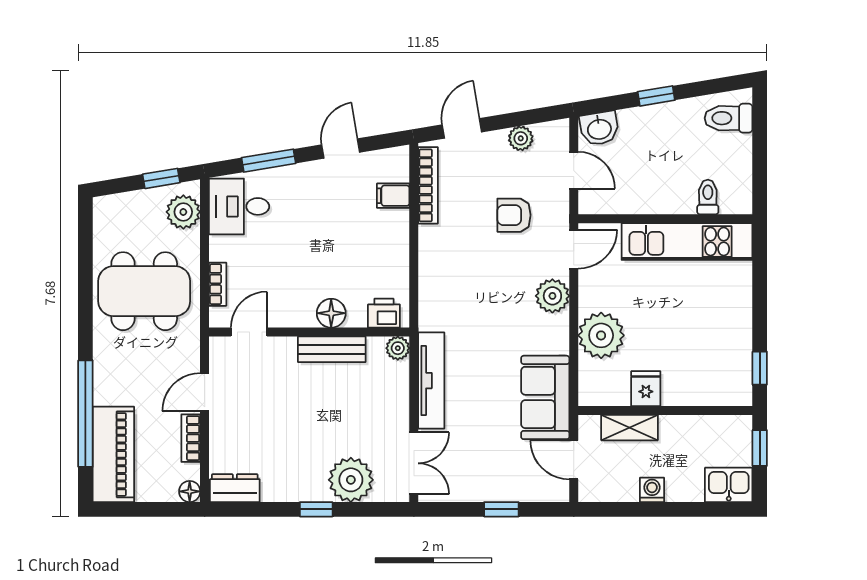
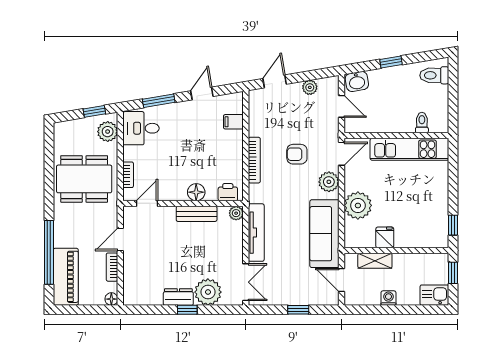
bookcase: (428, 185) -> (254, 160), moved
armchair: (514, 215) -> (297, 154), moved
sofa: (545, 397) -> (324, 234), width x1.36
dresser: (235, 488) -> (178, 297), moved

